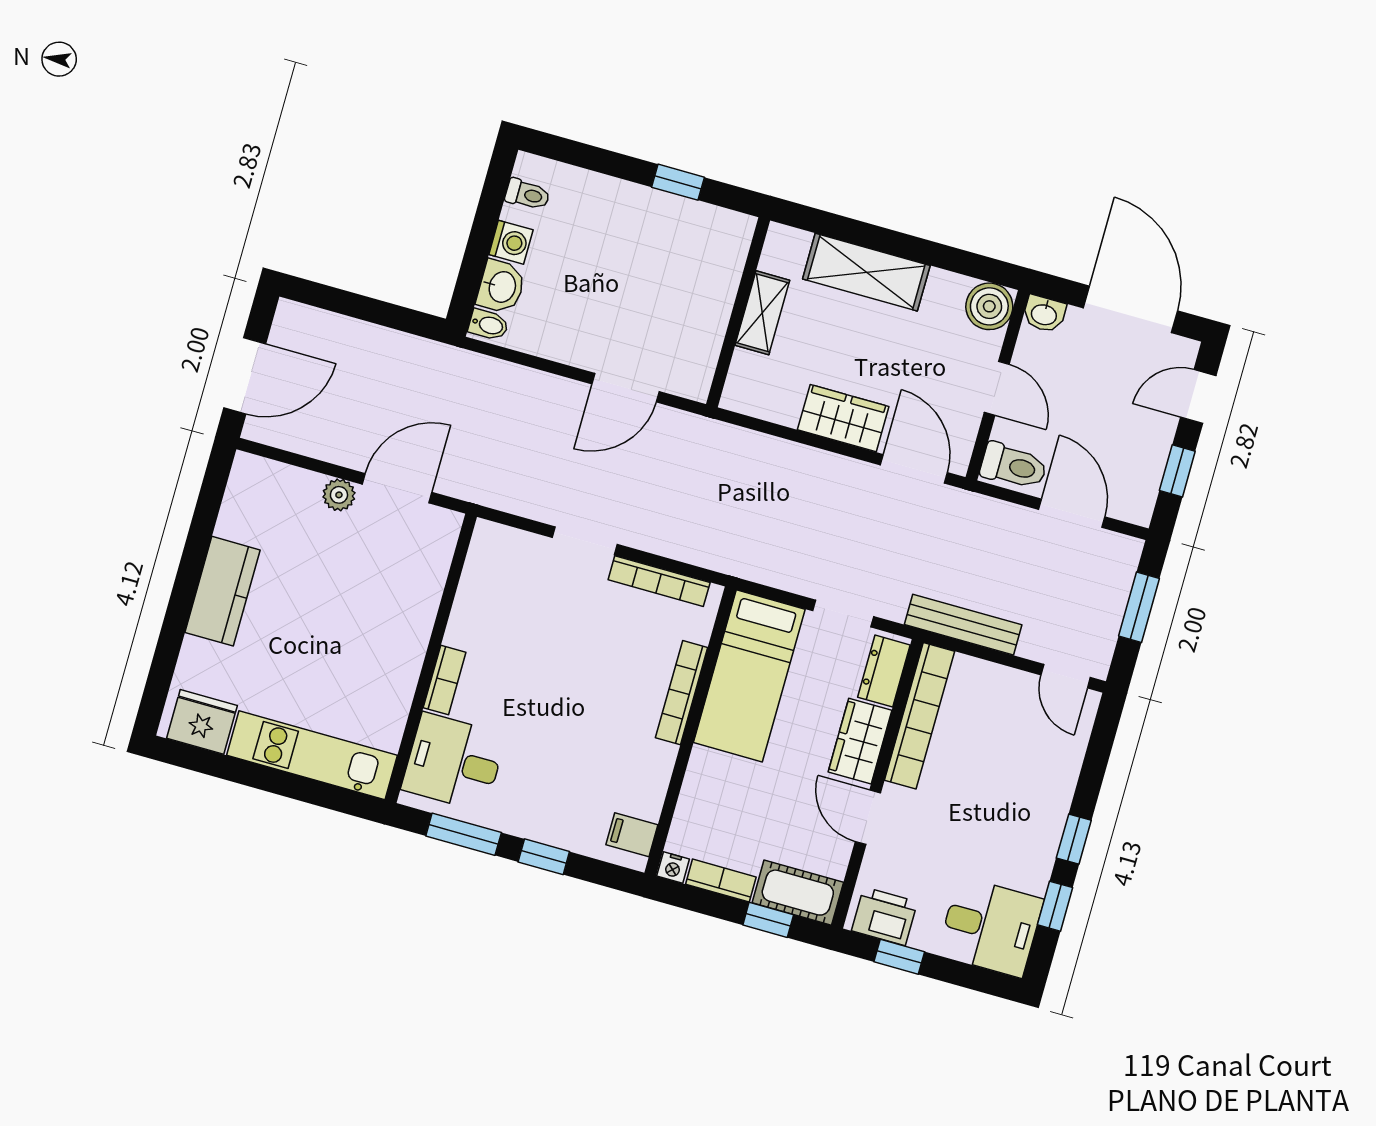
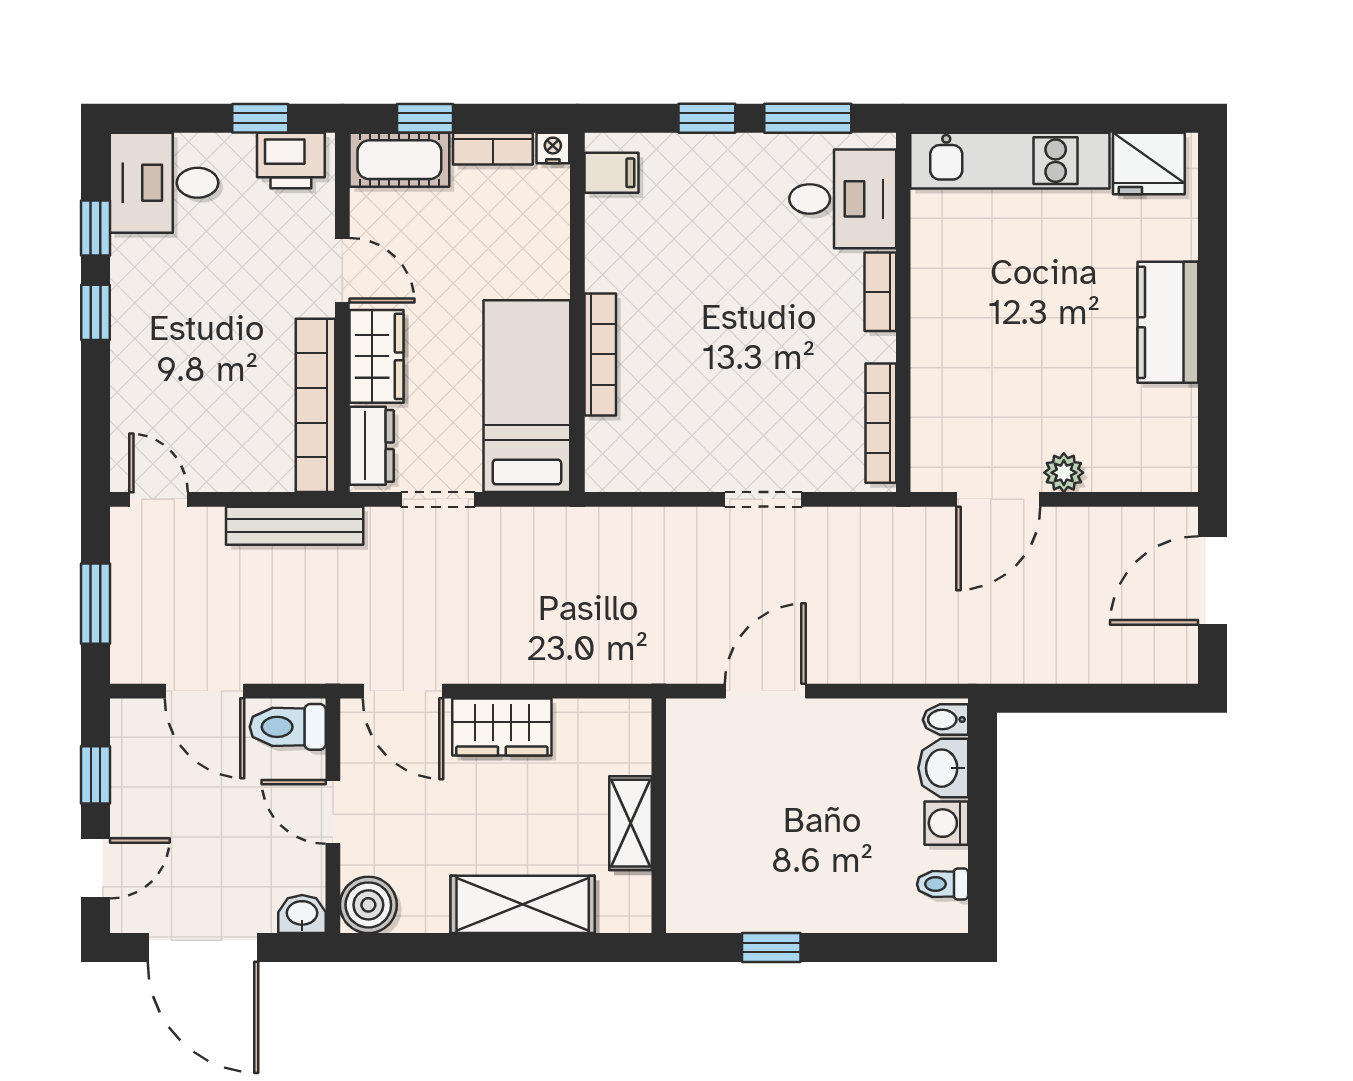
bookcase: (659, 581) -> (881, 423), moved, turned -90

